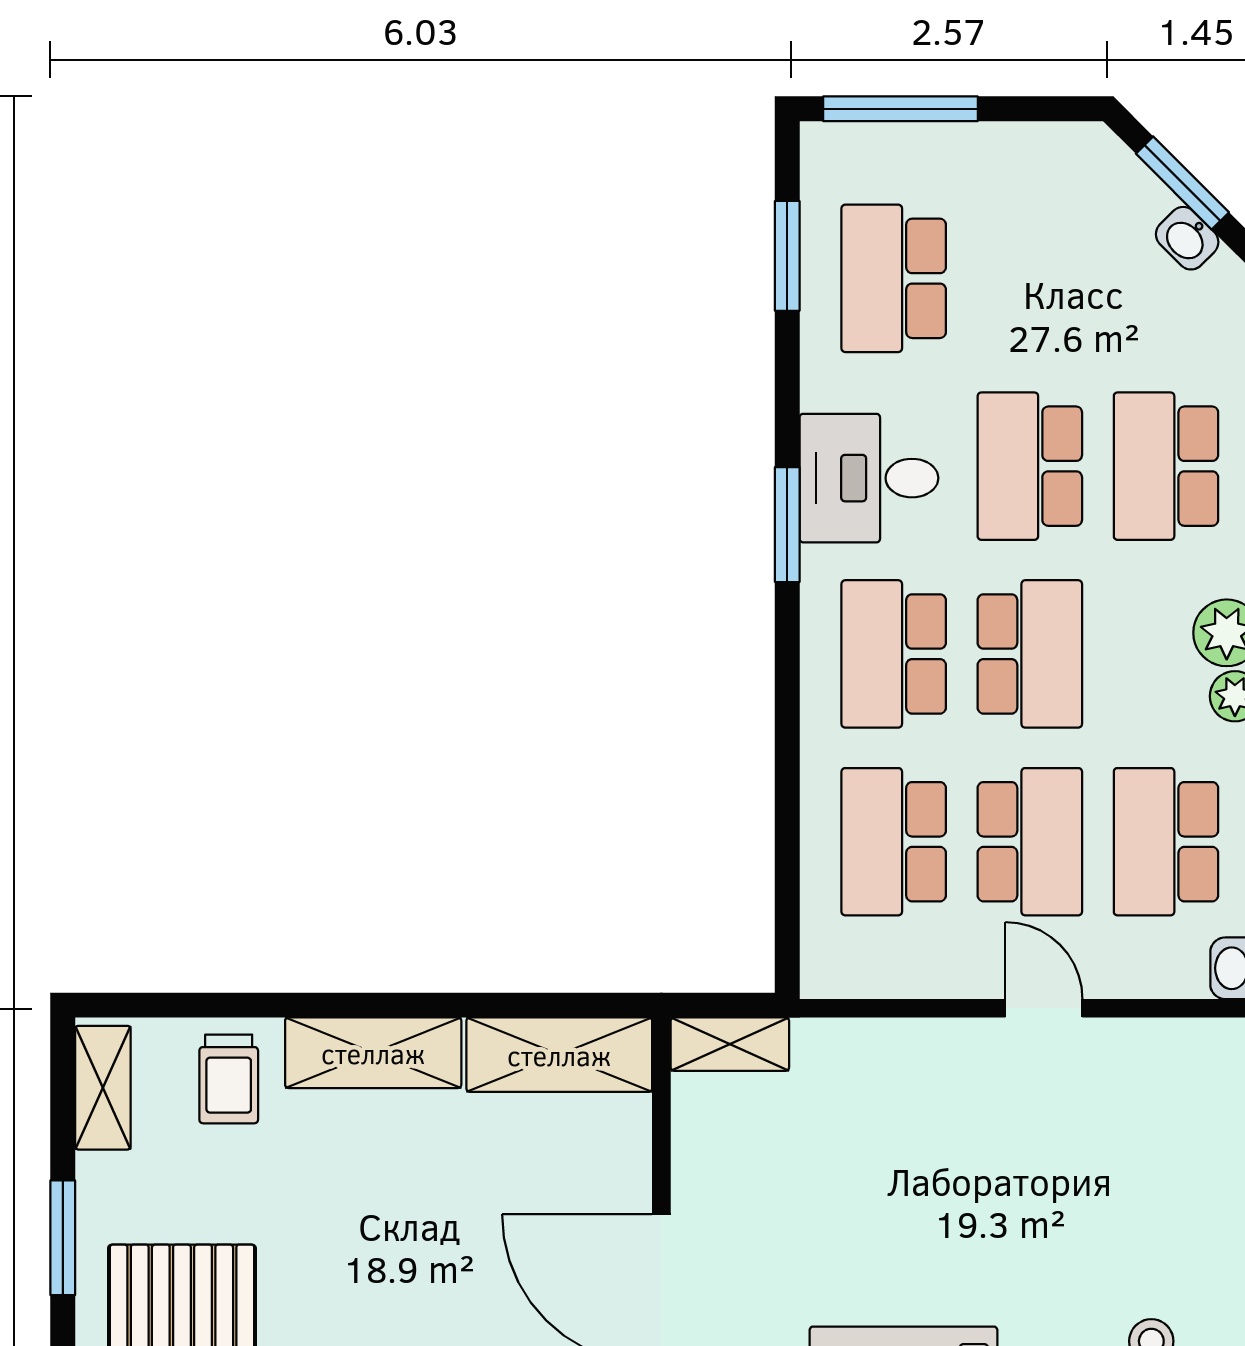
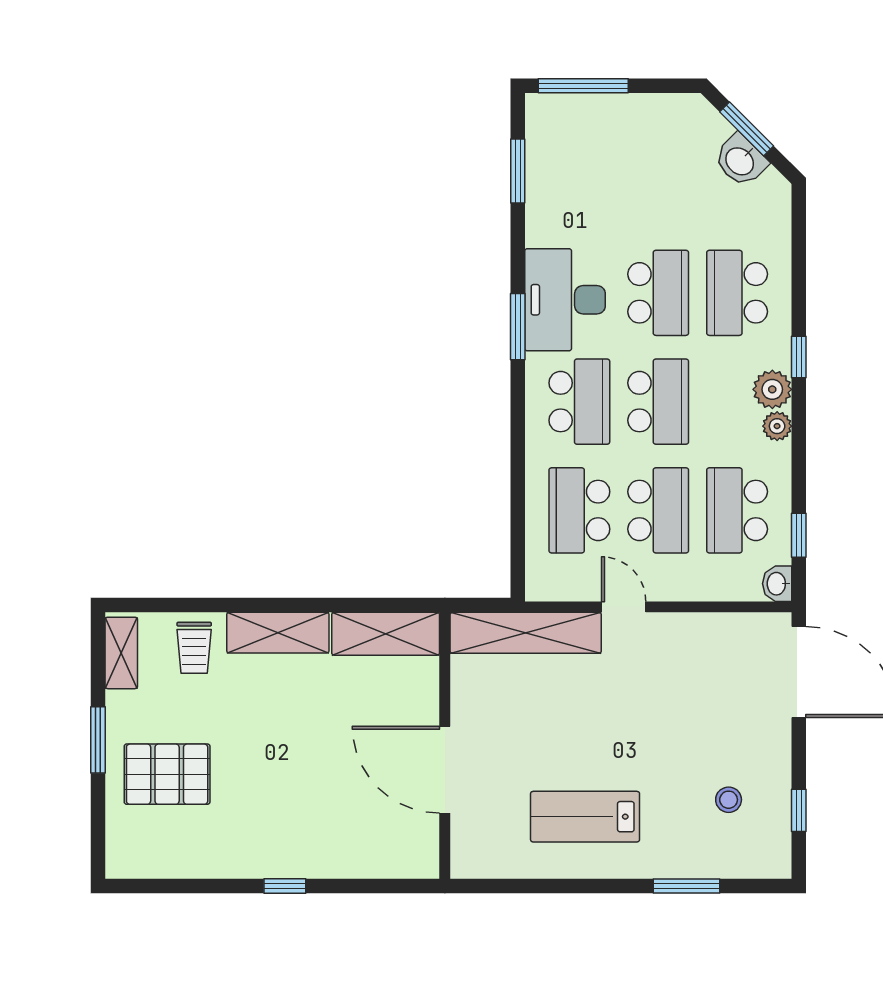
washbasin: (1187, 238) -> (740, 161), width x1.38, depth x1.45
school desk: (894, 278) -> (579, 184), removed
school desk: (1030, 466) -> (658, 293), turned 180
desk: (869, 478) -> (565, 300), width x1.37
school desk: (894, 654) -> (579, 402), turned 180
door: (1044, 1008) -> (624, 607), moved
shelving: (730, 1044) -> (526, 633), width x2.20, depth x1.33

